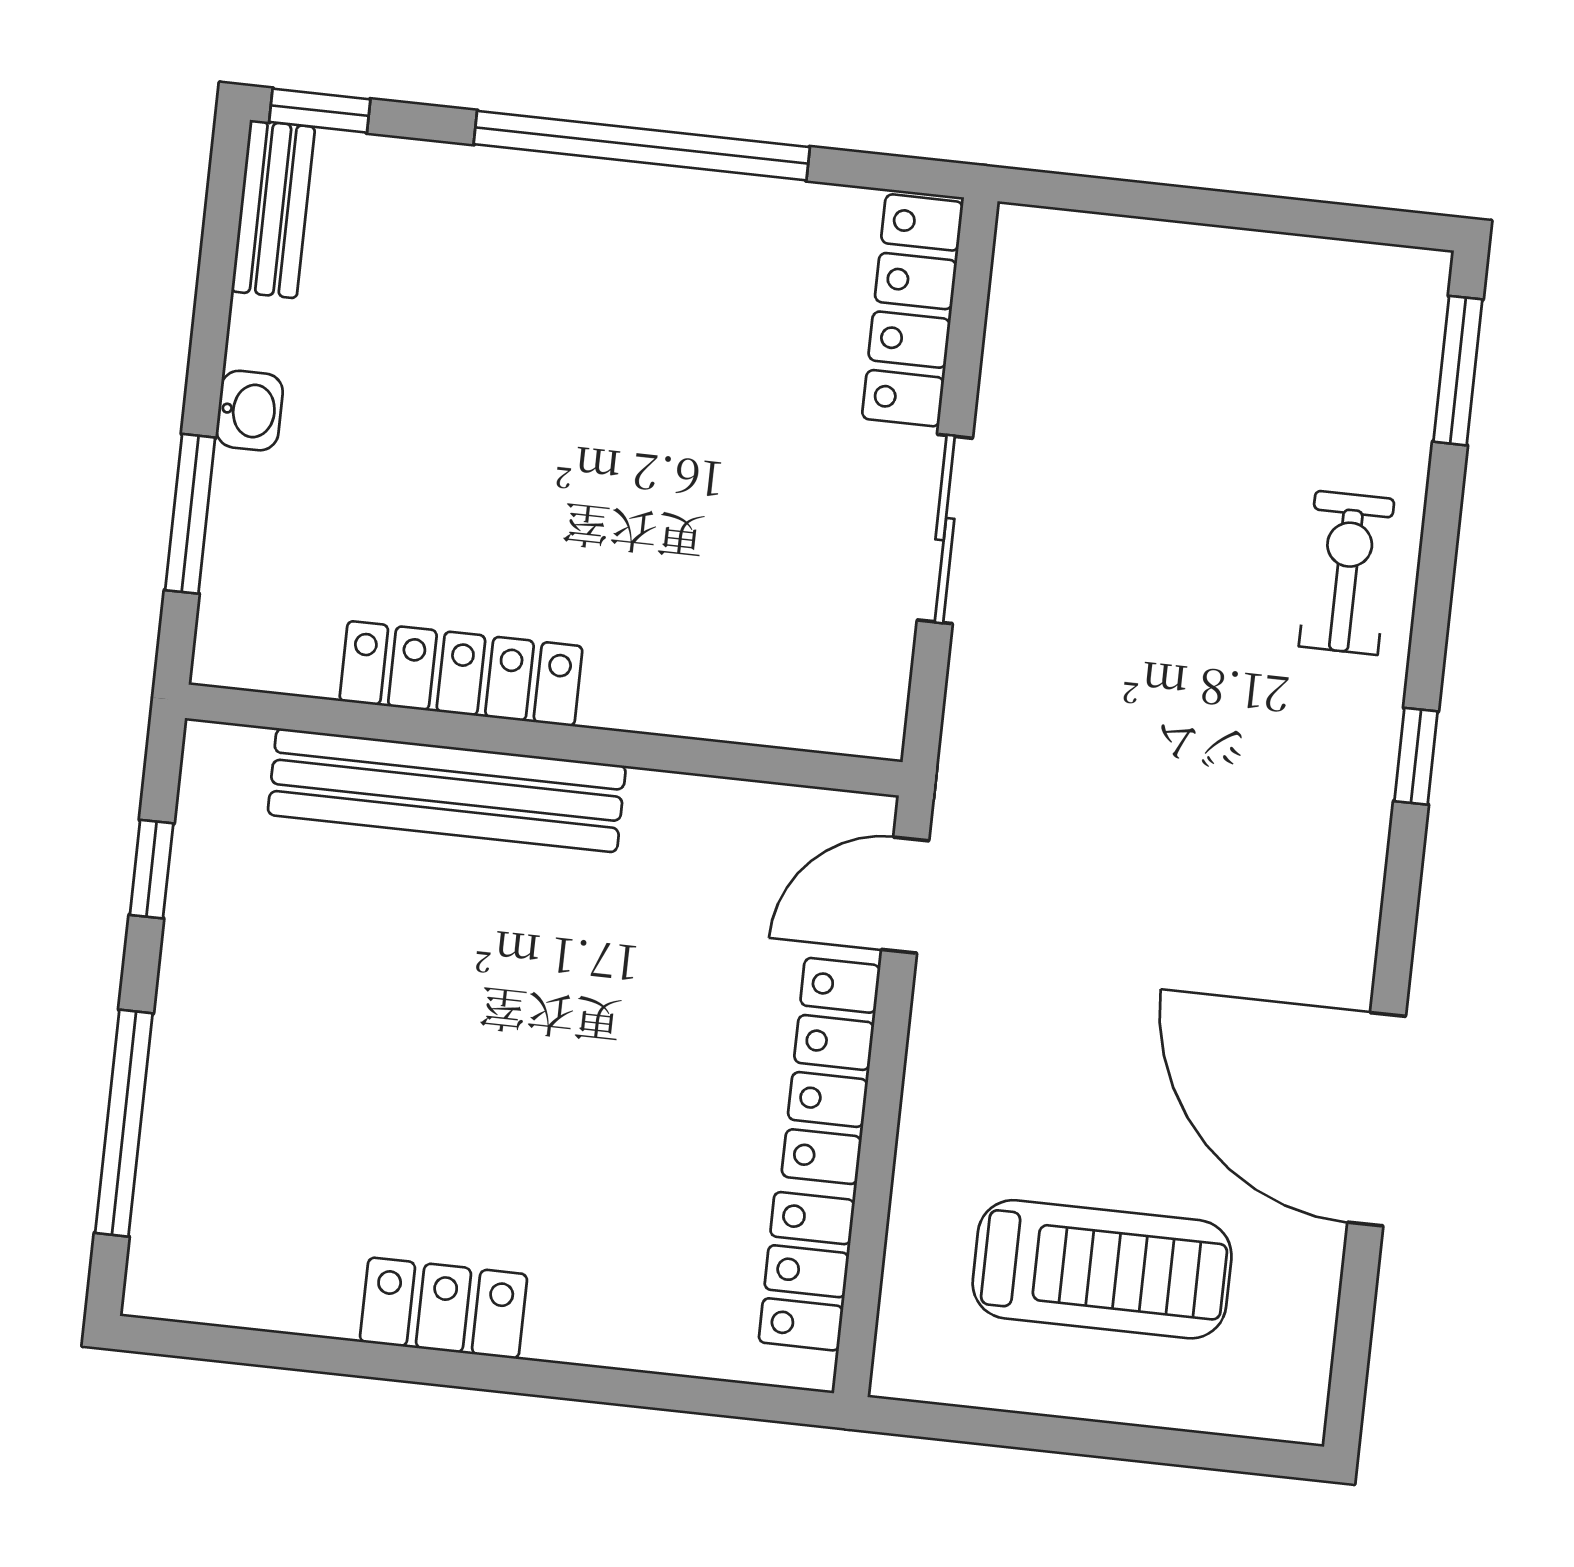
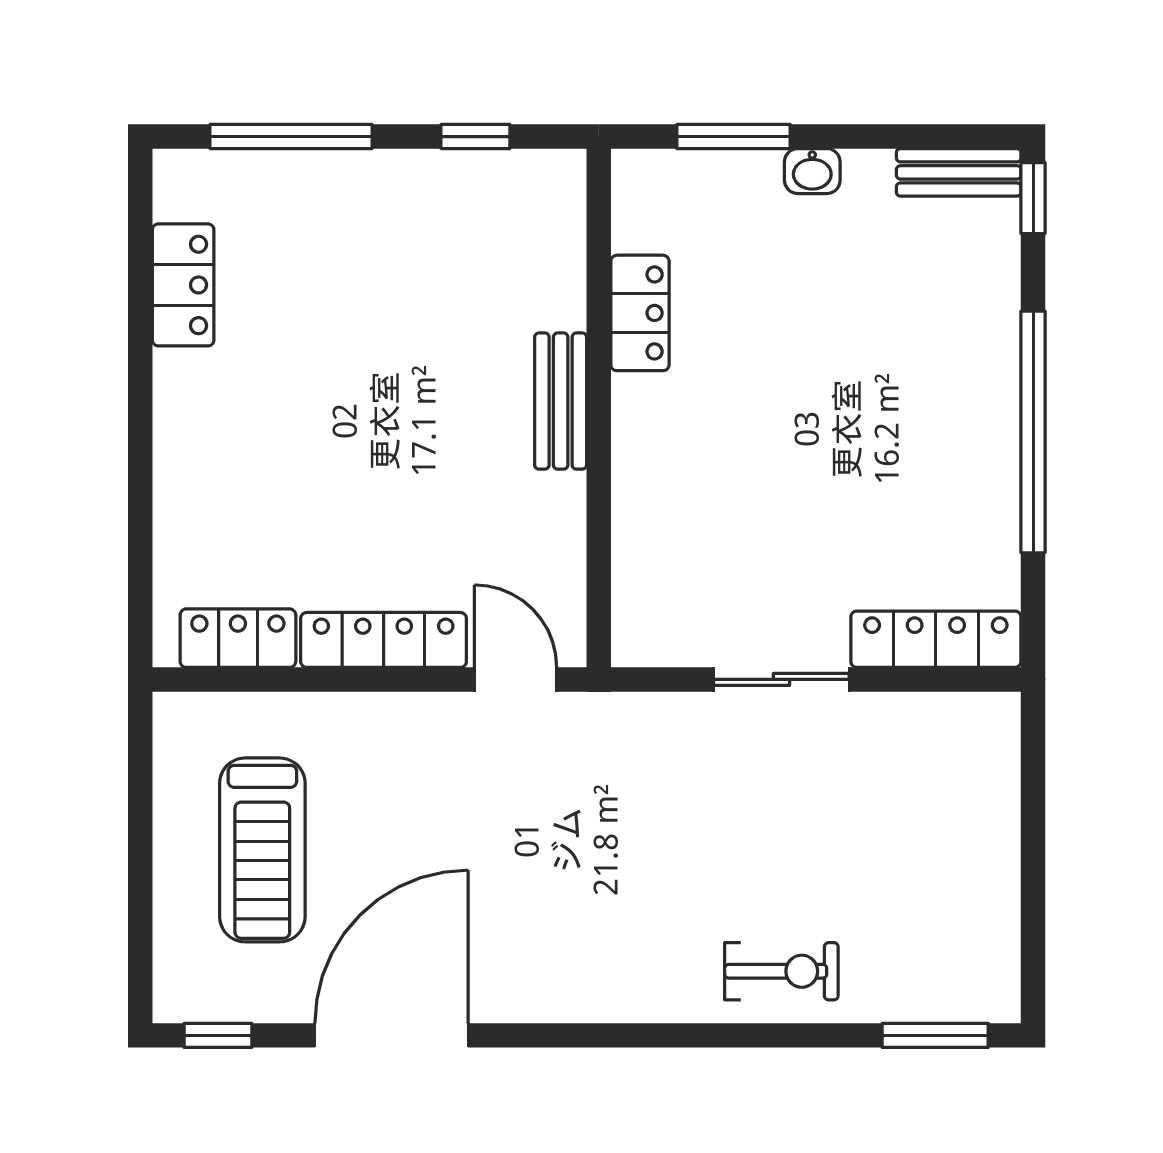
locker: (461, 674) -> (640, 313), width x0.66
window: (1416, 756) -> (218, 1035), moved
bench: (447, 790) -> (561, 401), width x0.54, depth x0.82
locker: (444, 1308) -> (183, 285), moved

